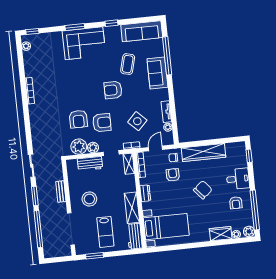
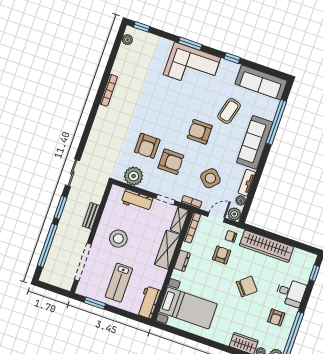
sofa: (157, 73) -> (255, 142), width x1.36
plant: (93, 148) -> (234, 214), moved
shelving: (132, 208) -> (167, 250), moved

